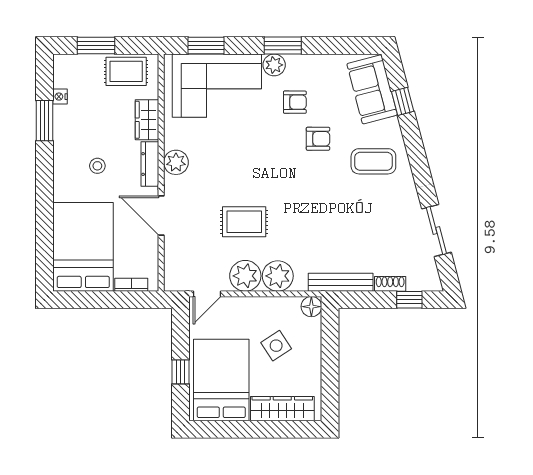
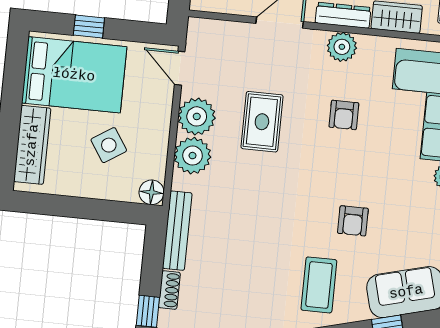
armchair: (295, 102) -> (344, 115), moved

